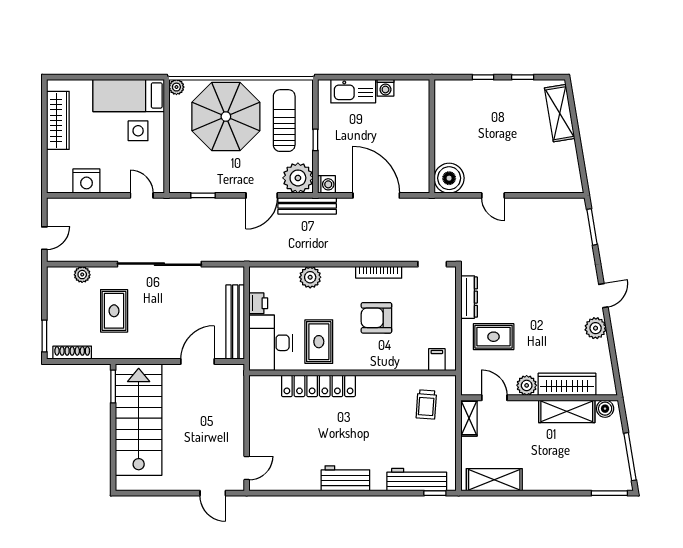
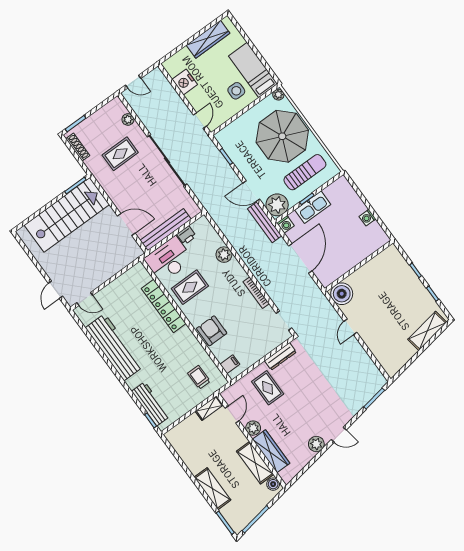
kitchen sink: (353, 91) -> (313, 207), moved, turned -90
armchair: (376, 318) -> (212, 331), moved
trolley: (426, 404) -> (199, 377), turned 86
workbench: (345, 478) -> (114, 347), width x1.88, depth x1.32
shelving: (494, 480) -> (212, 489), moved

